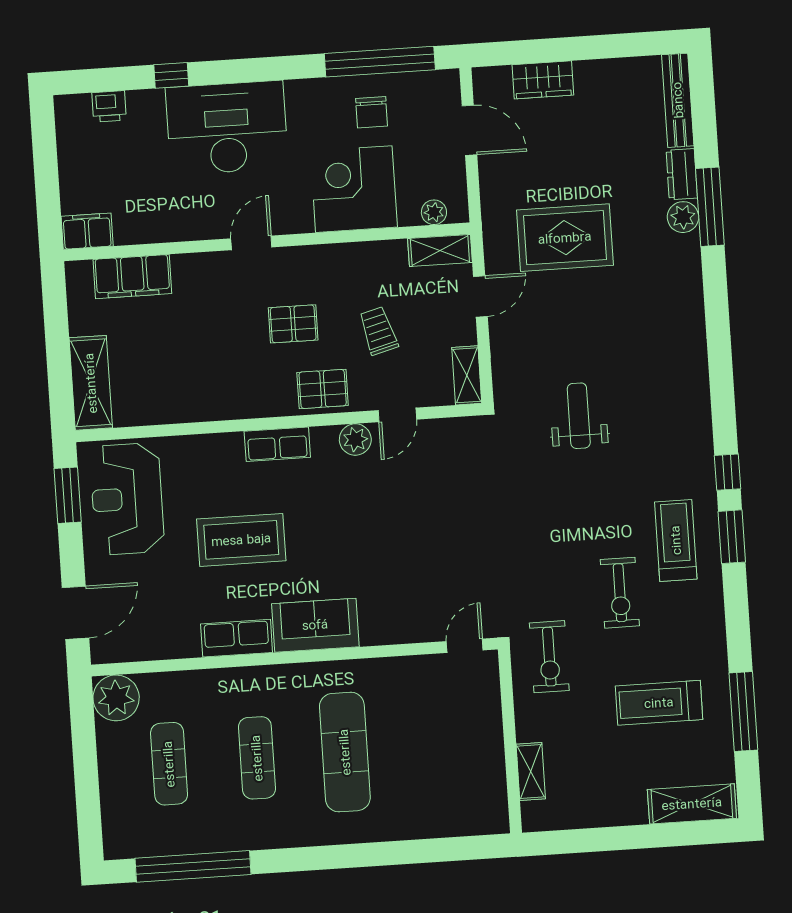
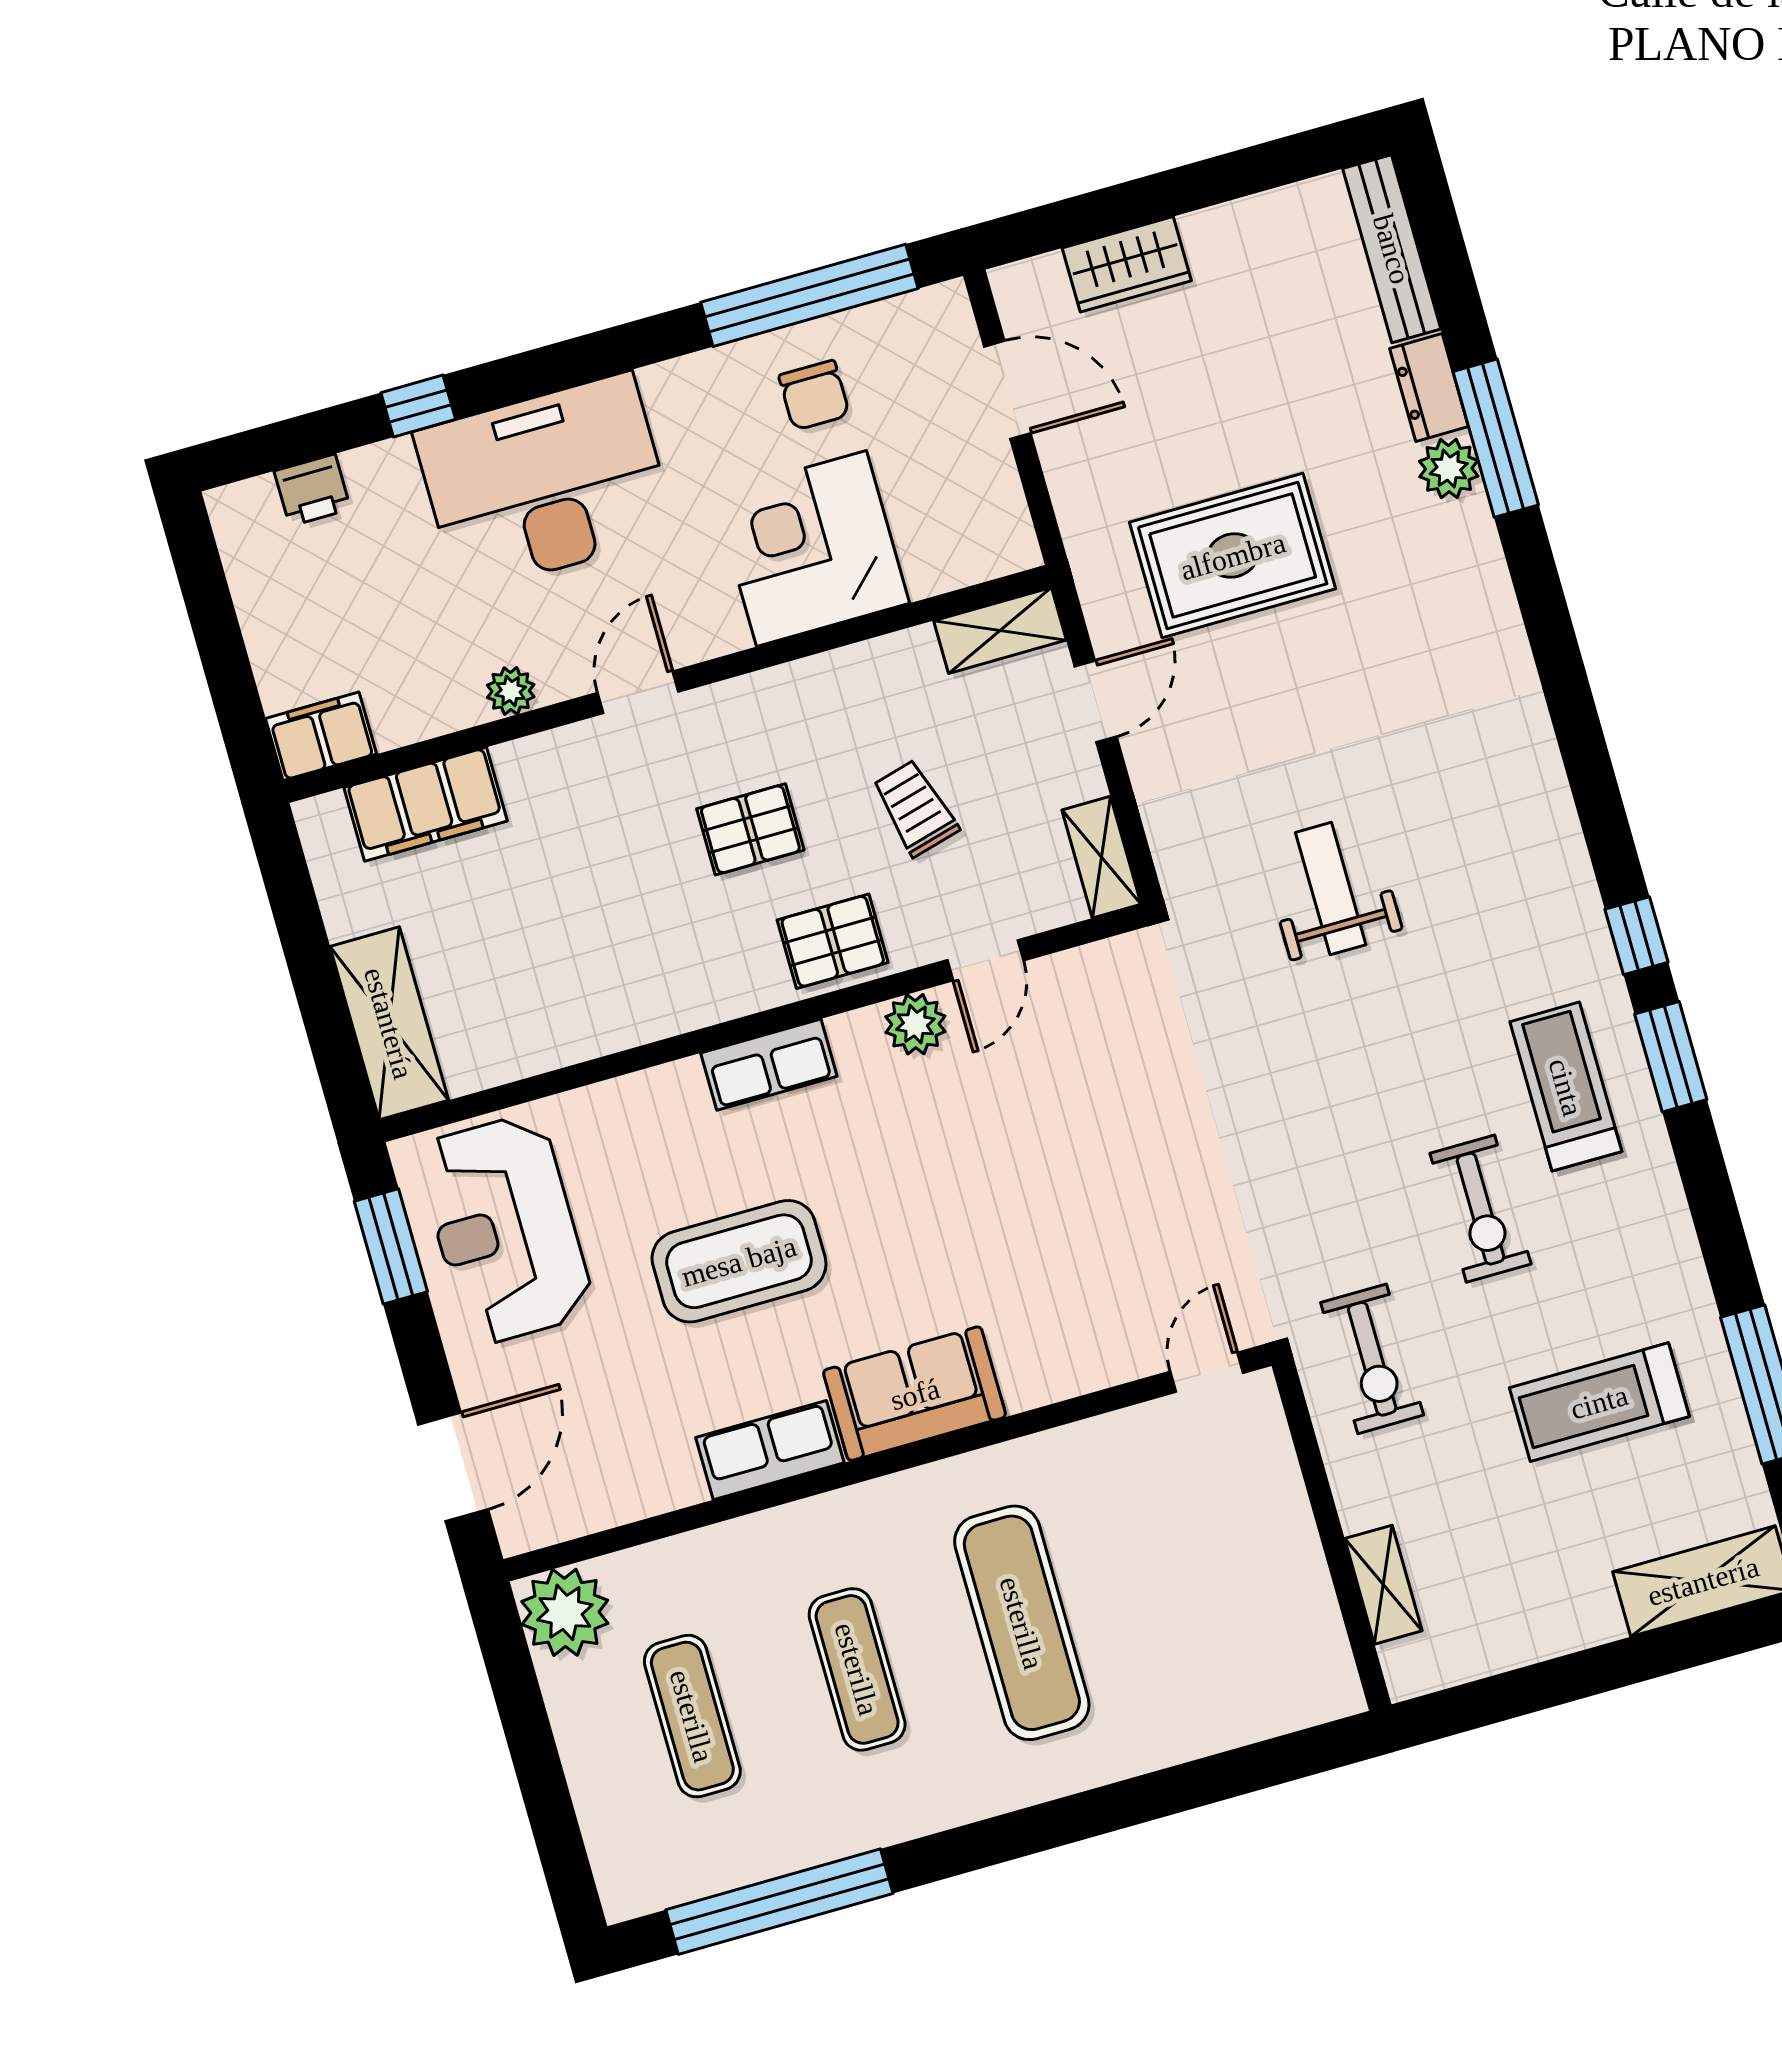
plant: (434, 212) -> (511, 691), moved

